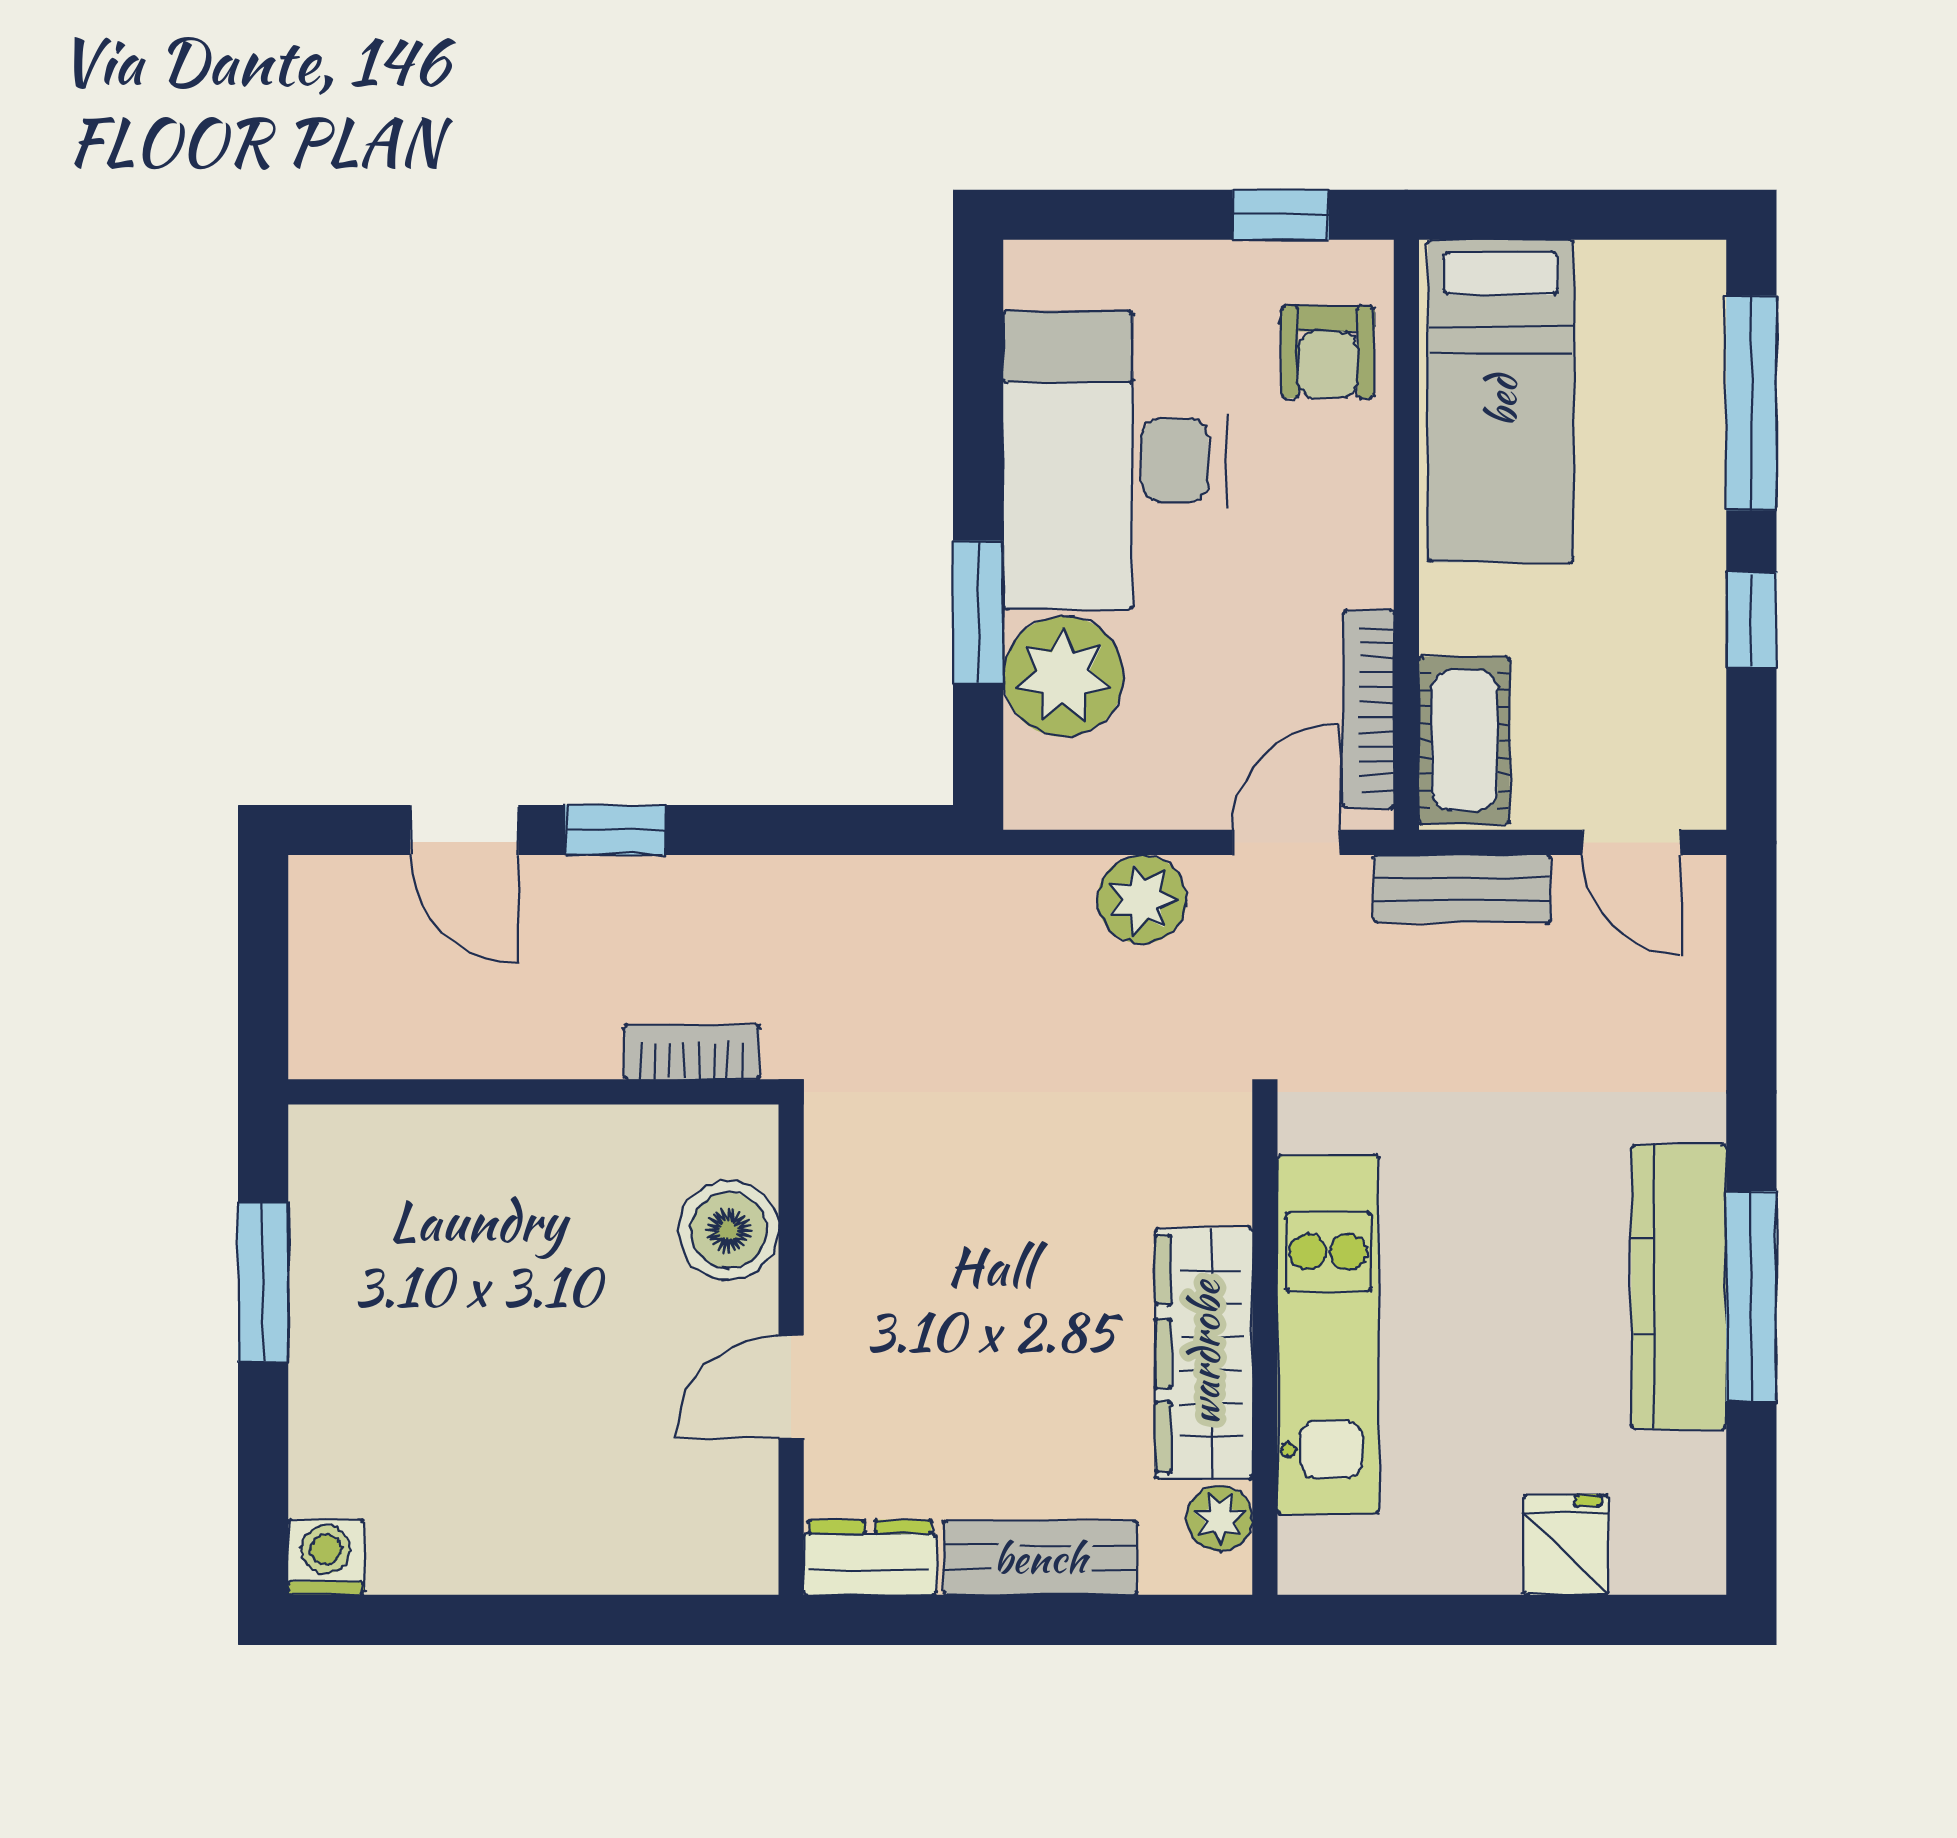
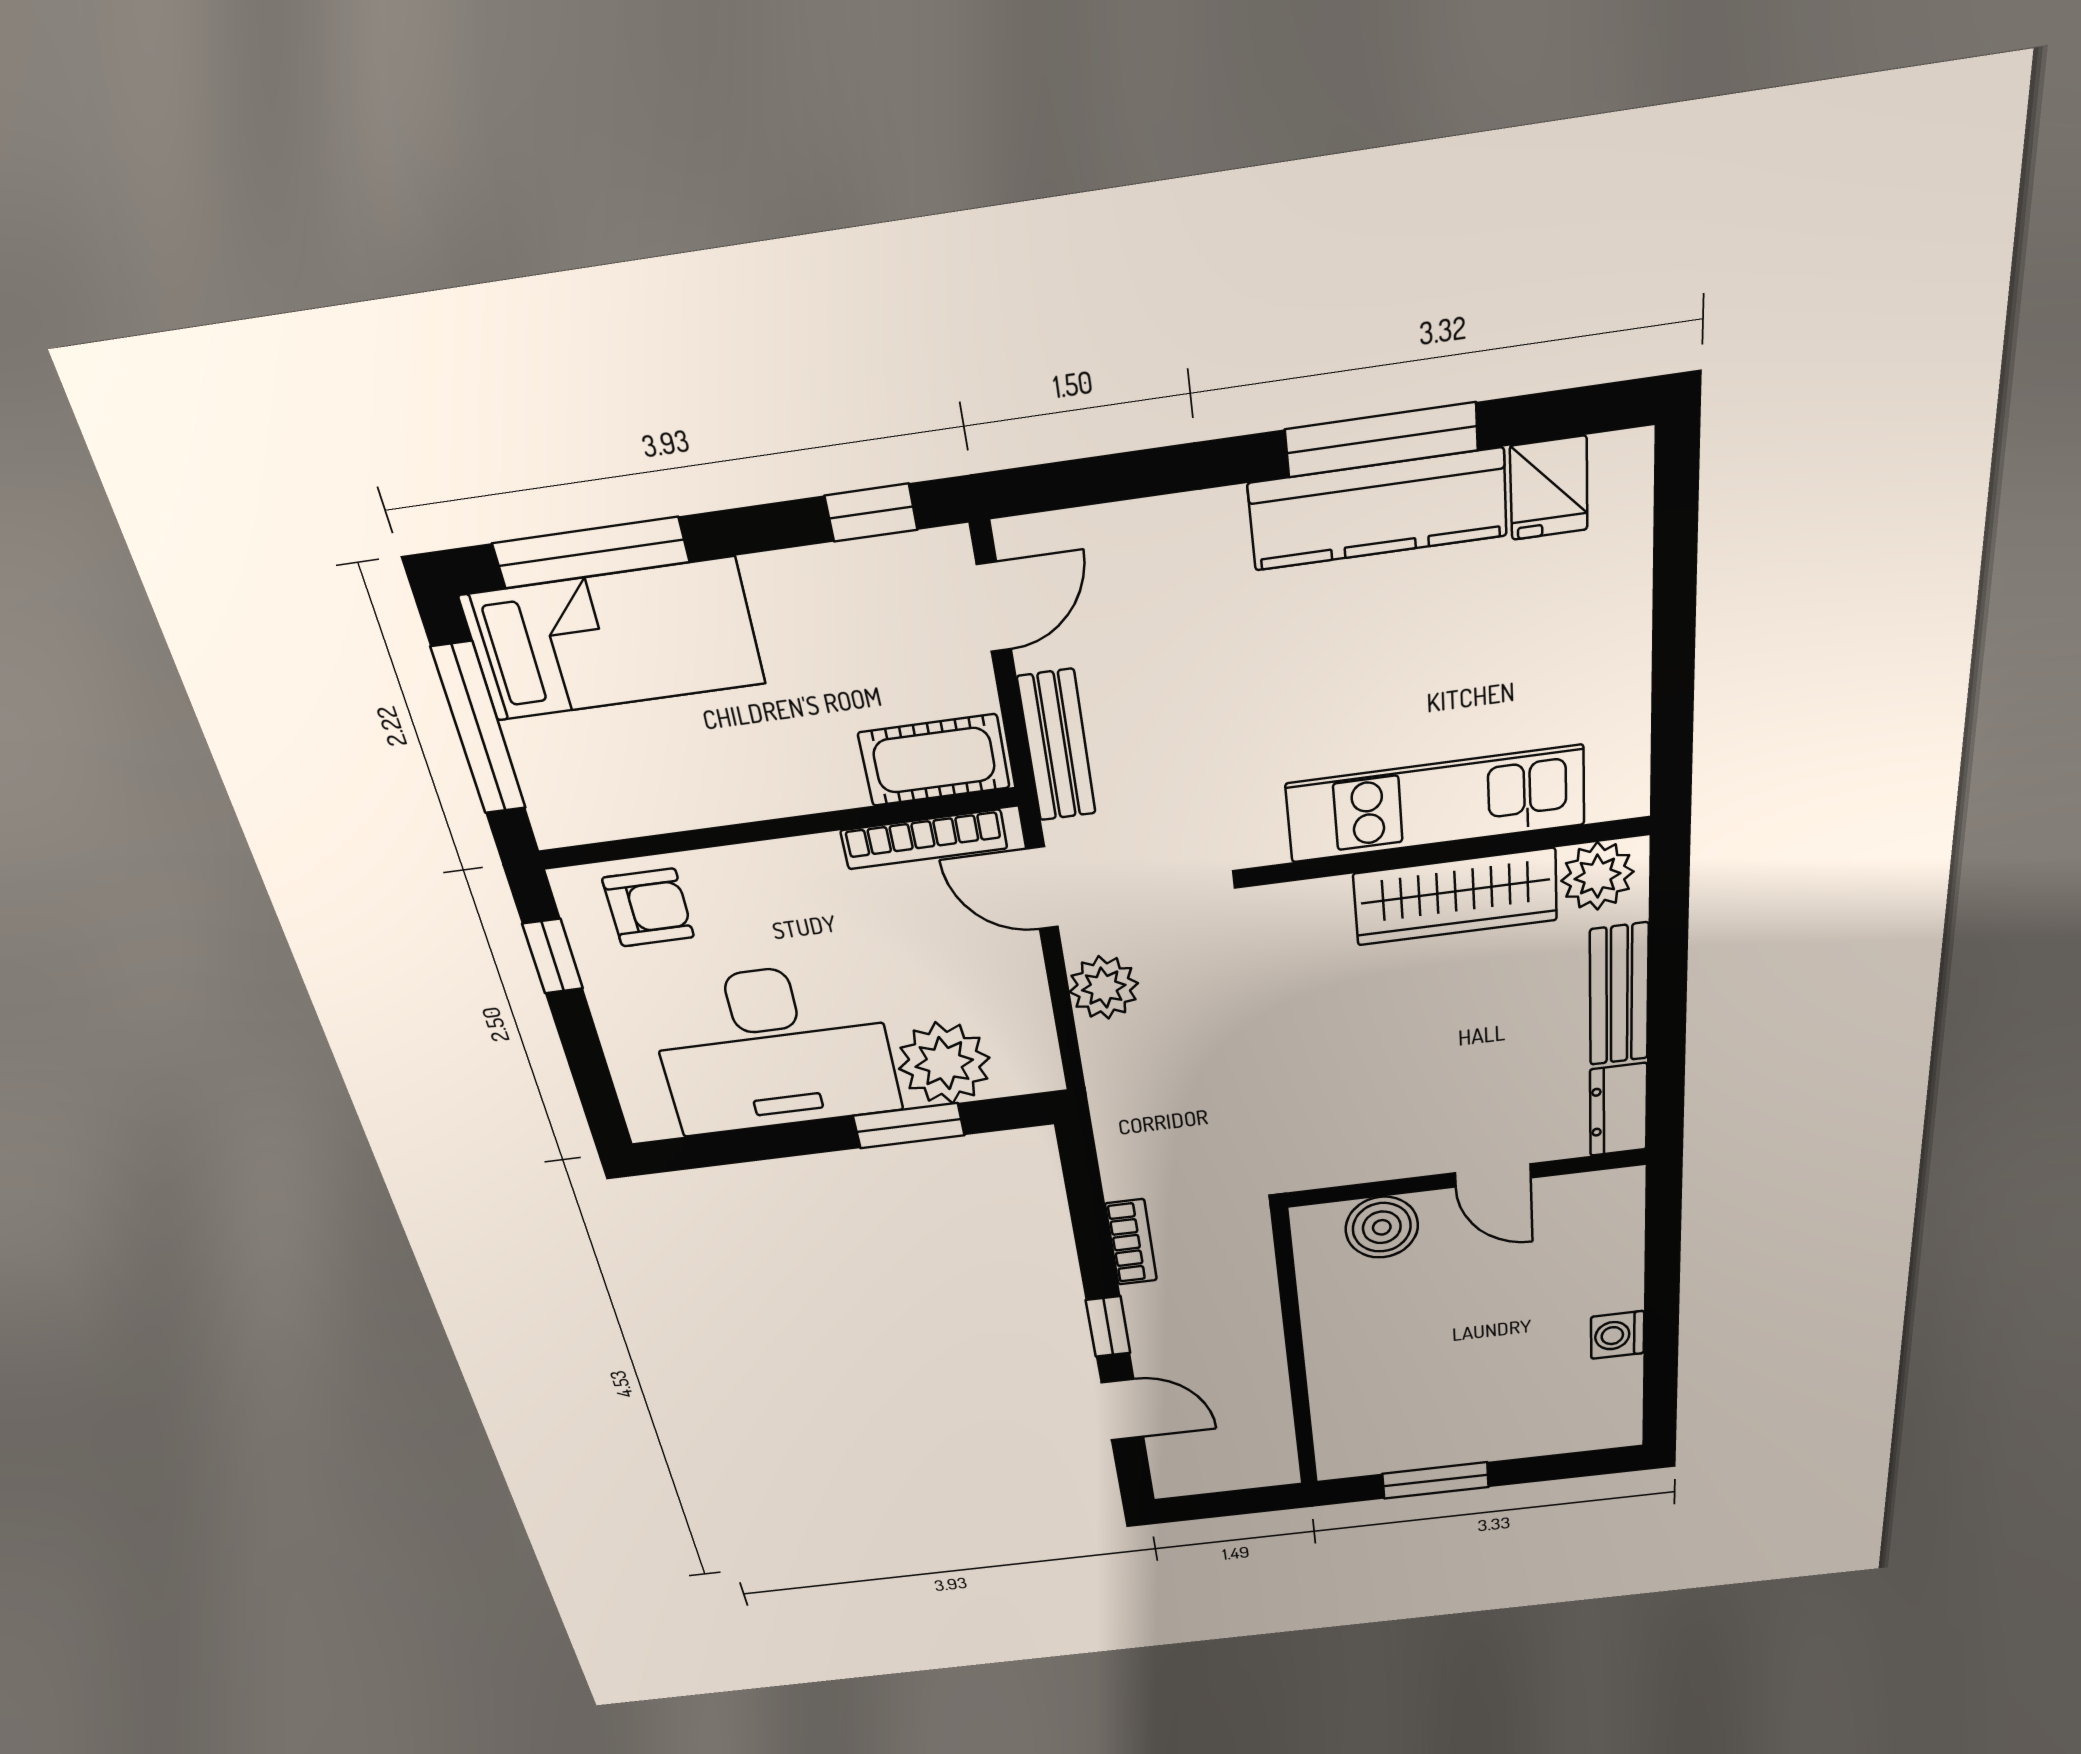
window: (1574, 215) -> (479, 729), added
bed: (1501, 401) -> (614, 640), moved
window: (1751, 620) -> (871, 513), moved
door: (464, 830) -> (1123, 1410), hinge flipped
bookcase: (692, 1052) -> (1131, 1242), moved, turned 180
plant: (1220, 1518) -> (1597, 876), width x1.38, depth x1.38
fridge: (1566, 1545) -> (1549, 488), moved, turned -90
washing machine: (326, 1557) -> (1618, 1335), moved

